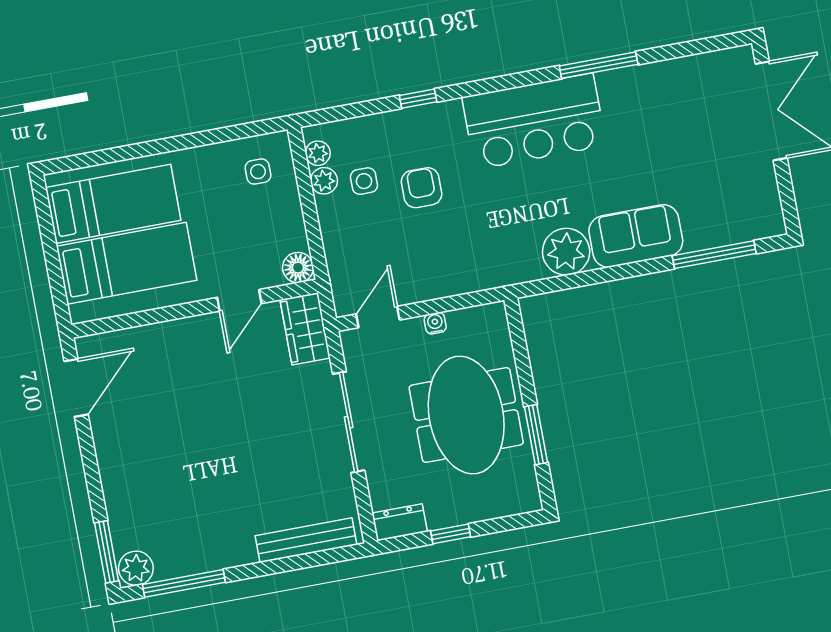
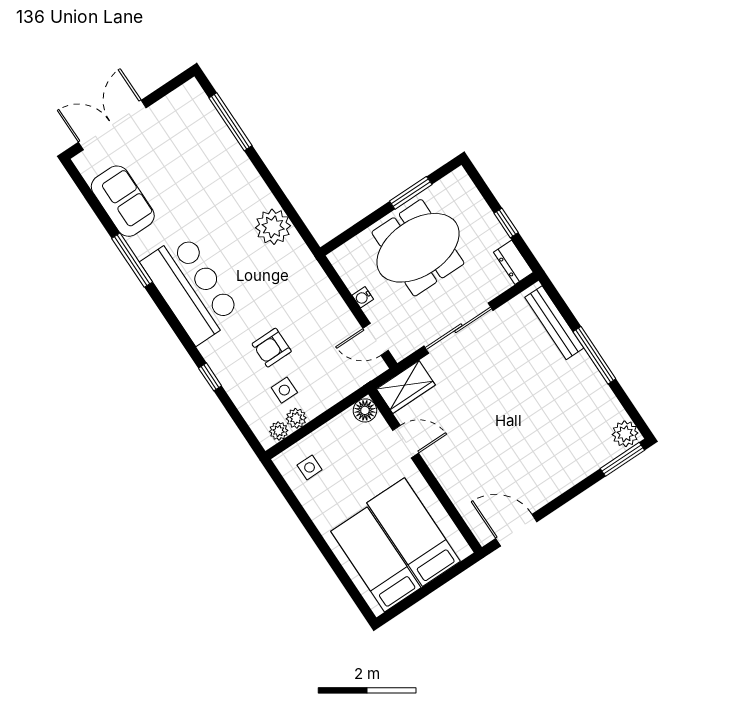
sofa: (636, 236) -> (123, 201), moved, turned 180
window: (184, 583) -> (594, 355), moved

